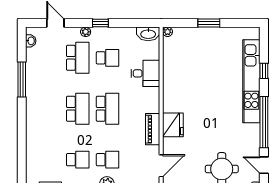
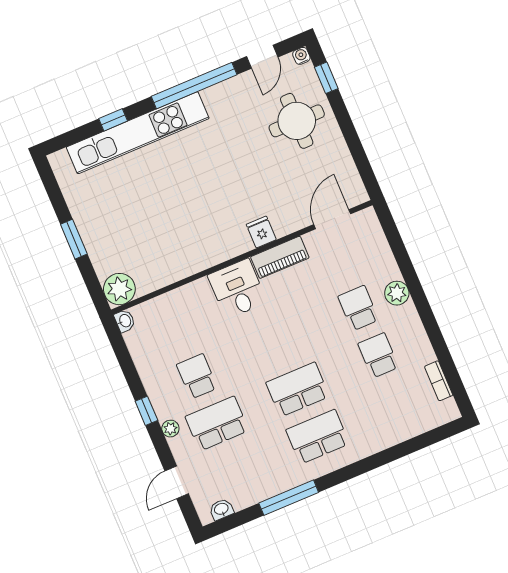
plant: (168, 32) -> (119, 289), width x1.87, depth x1.87
washbasin: (148, 34) -> (125, 321), width x0.52, depth x0.69
desk: (145, 73) -> (237, 289), moved
school desk: (108, 109) -> (318, 437), moved
fridge: (173, 125) -> (261, 232), width x0.53, depth x0.75
door: (161, 166) -> (332, 219), hinge flipped

